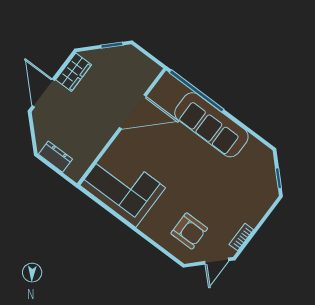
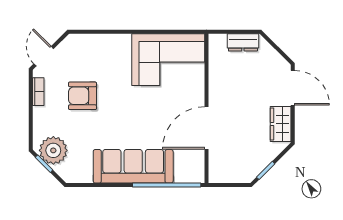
plant: (264, 183) -> (53, 150), added
armchair: (189, 231) -> (82, 96), moved

